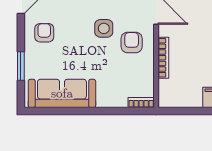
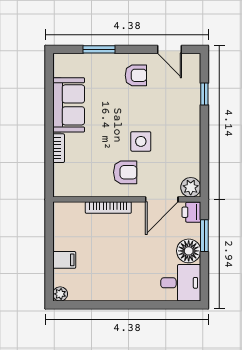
sofa: (62, 93) -> (69, 105), width x0.73
bookcase: (141, 102) -> (59, 148), moved

